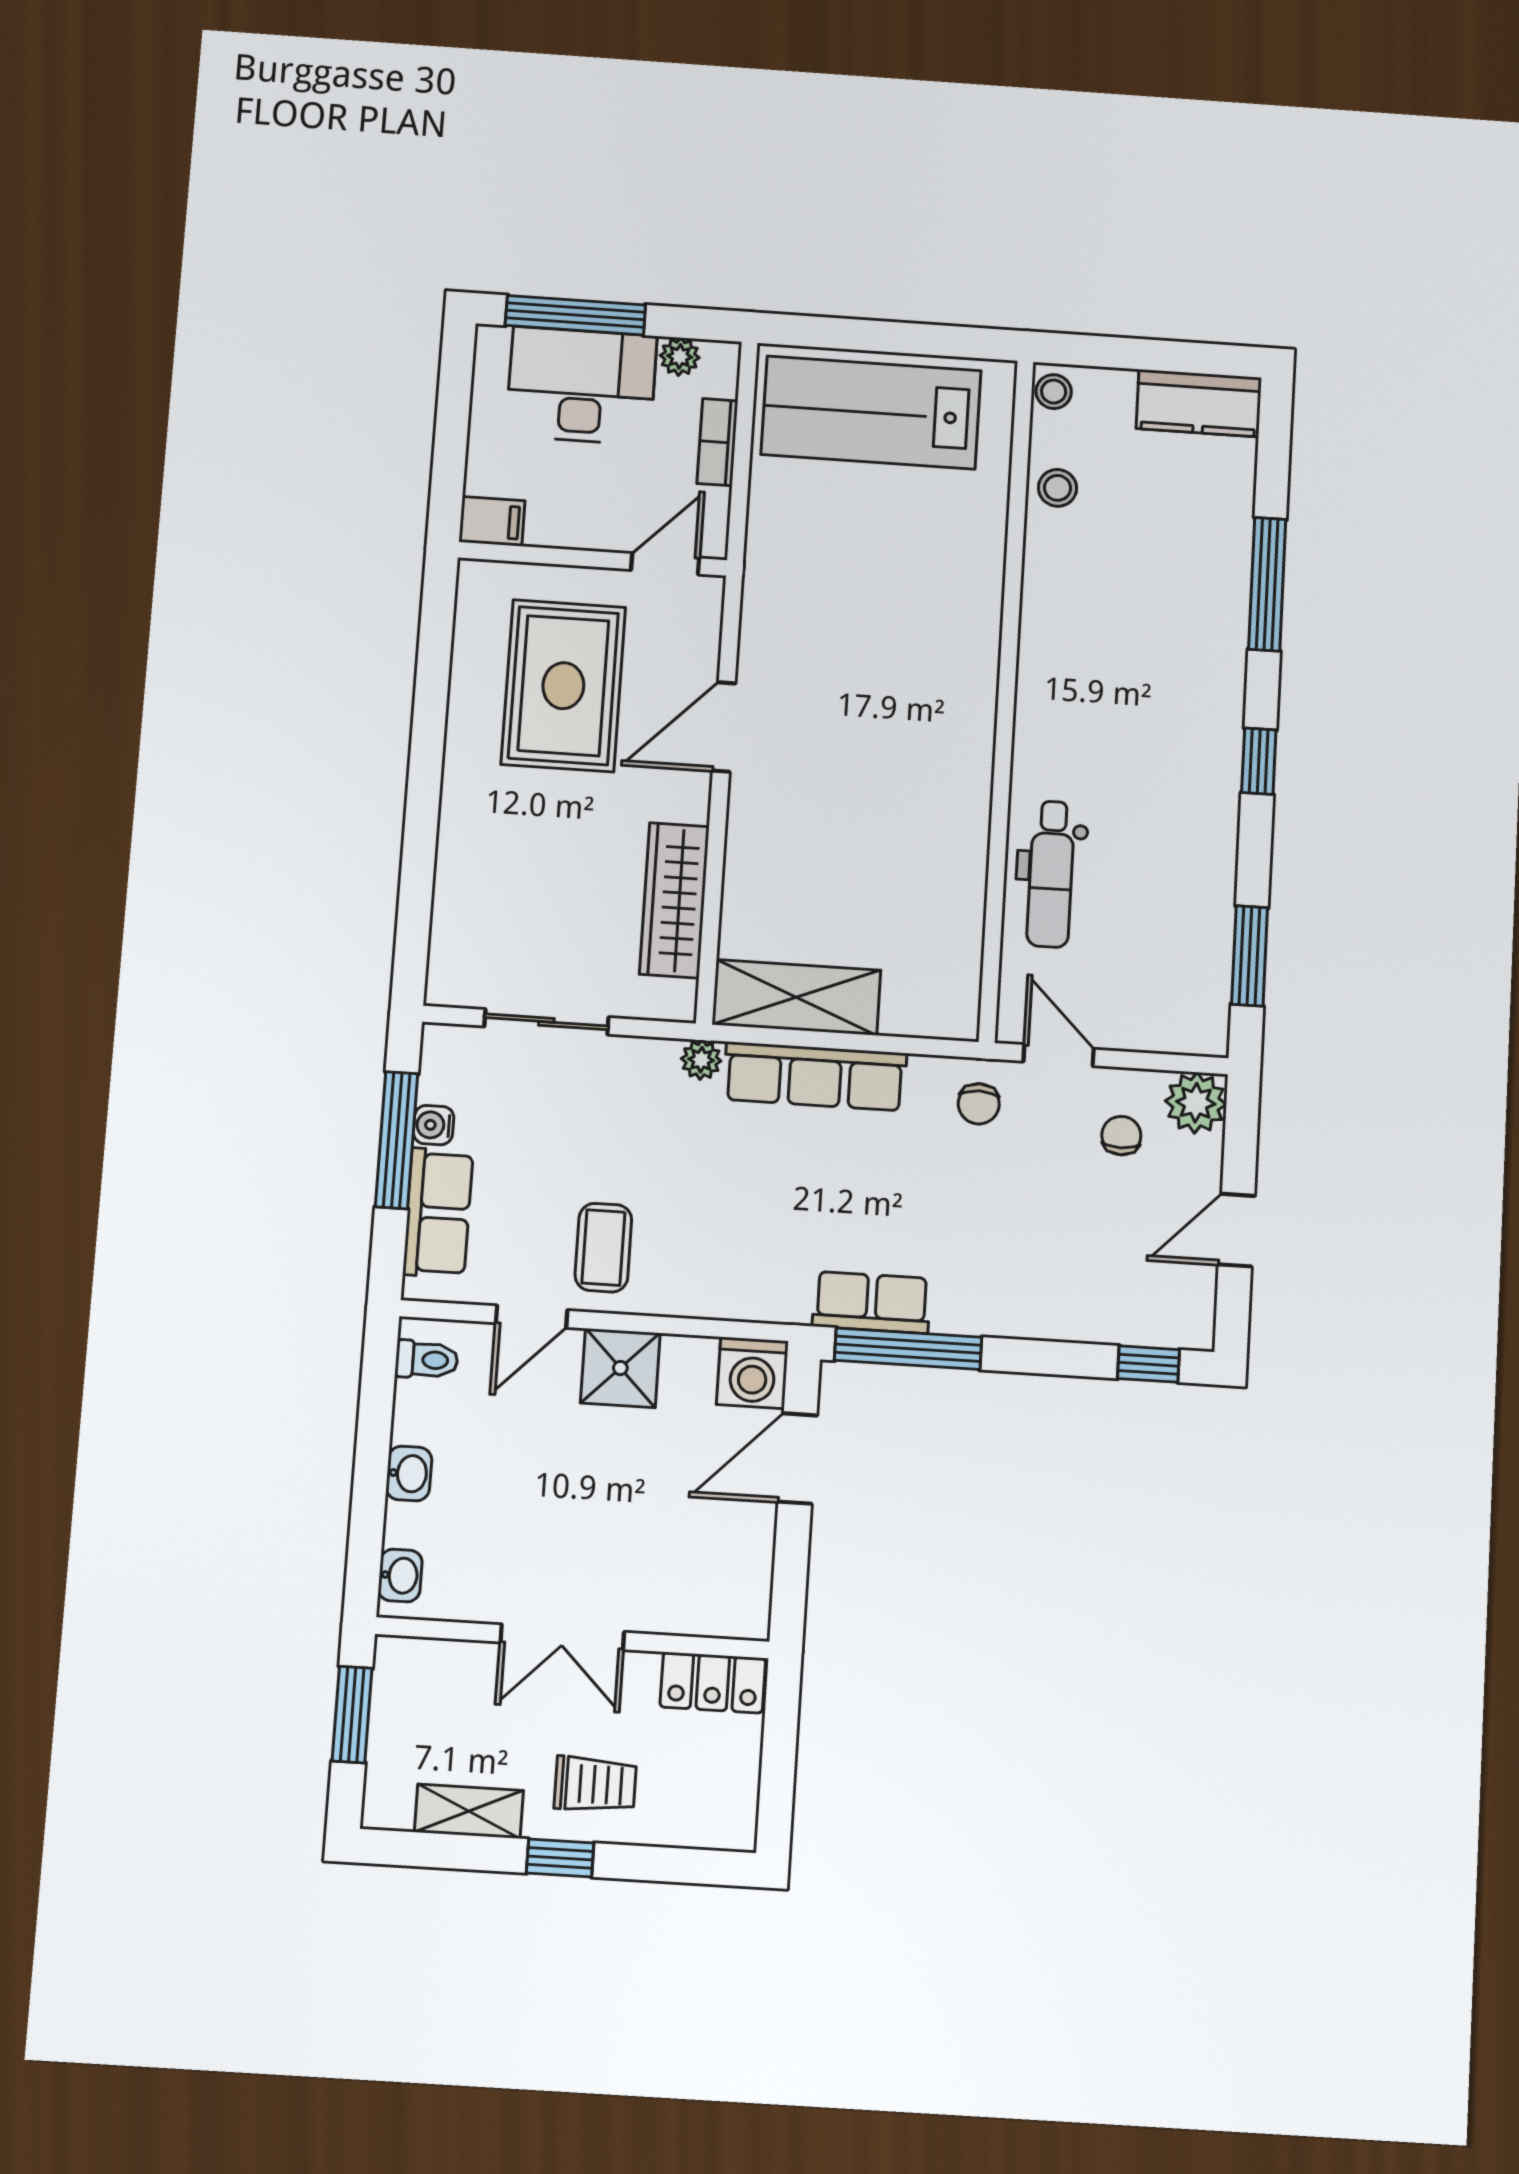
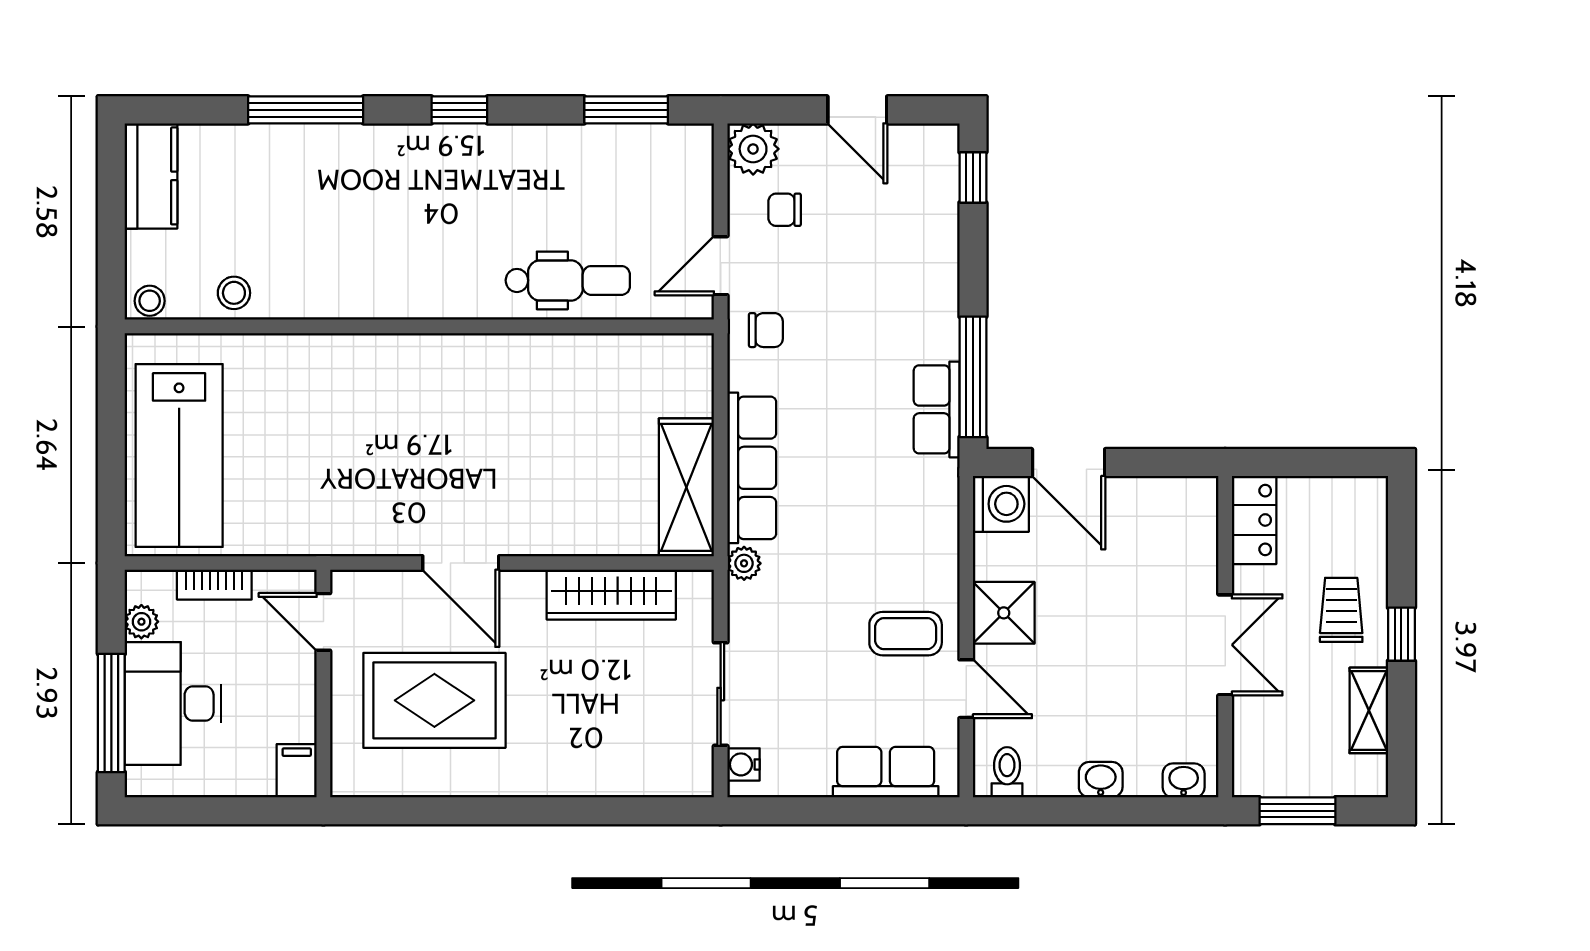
water cooler: (434, 1125) -> (744, 764), moved, turned 90
window: (397, 1140) -> (828, 811), removed

